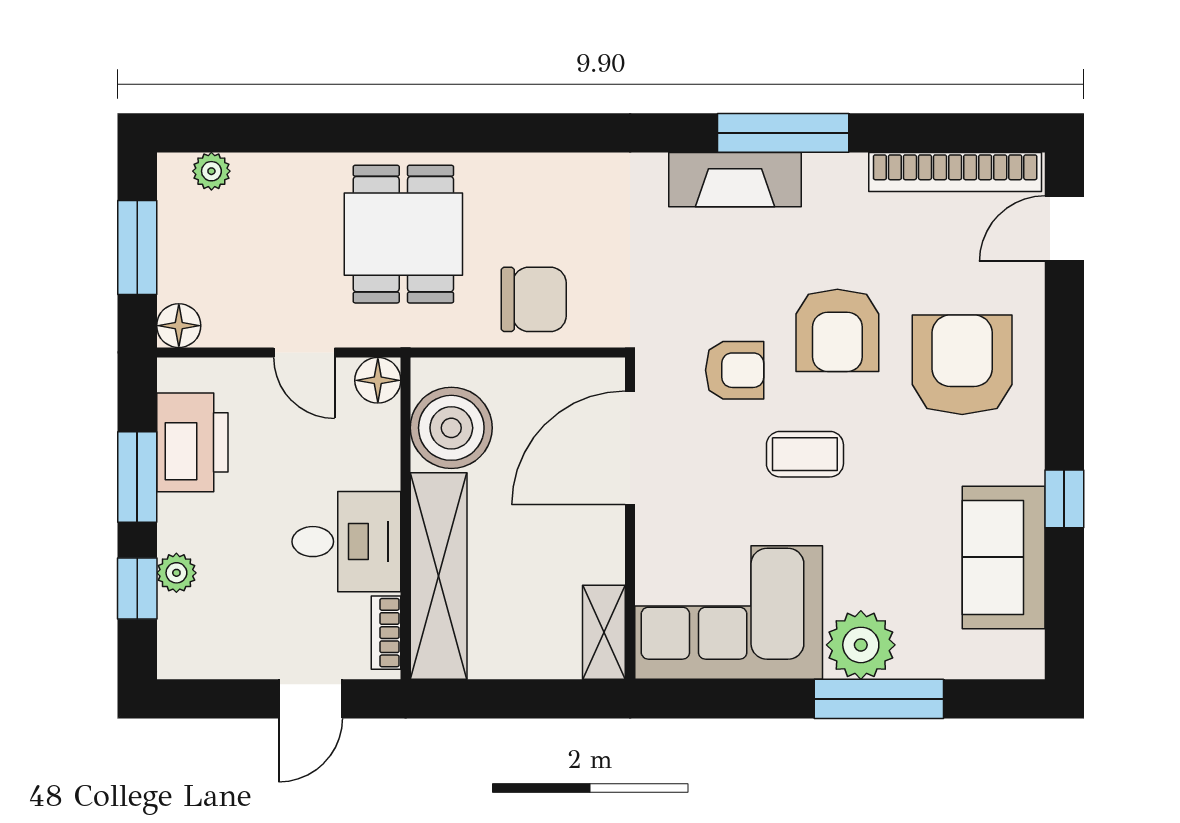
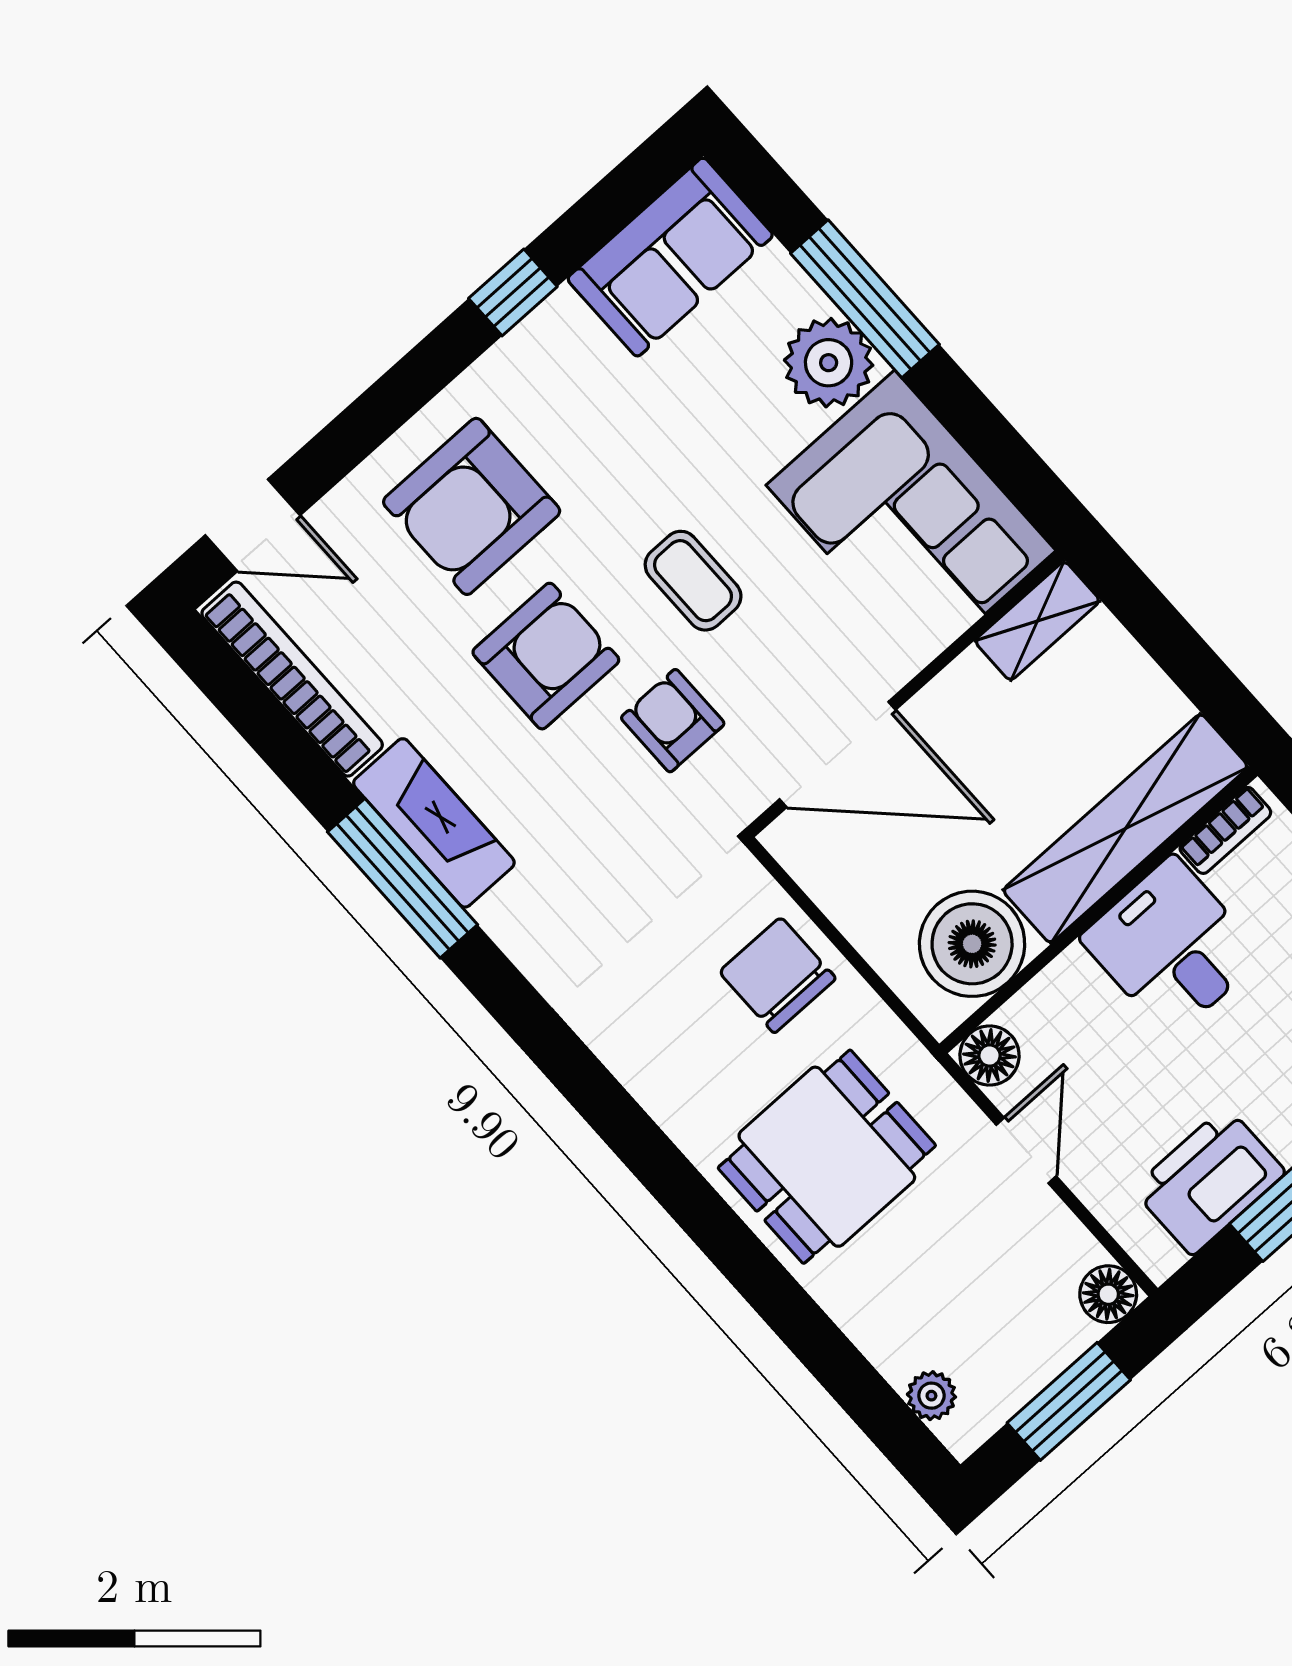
fireplace: (735, 180) -> (434, 823), moved
sofa: (1004, 557) -> (670, 257), moved

